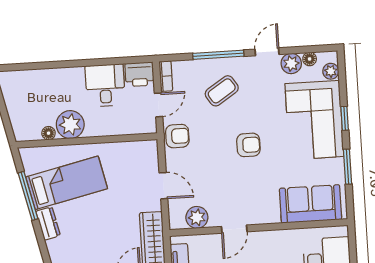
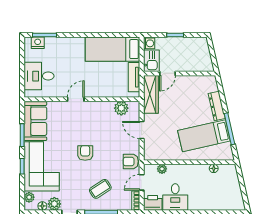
plant: (70, 125) -> (162, 169), moved, width x0.53, depth x0.53
armchair: (248, 145) -> (85, 153), turned 90
sofa: (310, 204) -> (35, 121), moved, turned -90
dresser: (48, 223) -> (217, 106), width x1.44
door: (234, 229) -> (76, 99), moved

